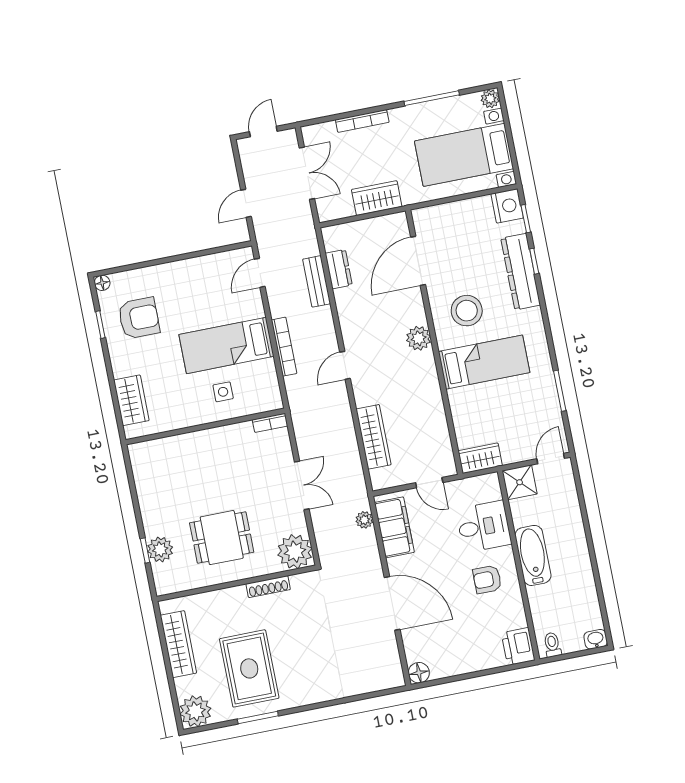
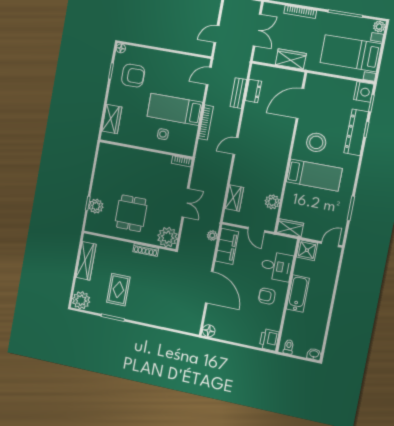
plant: (419, 338) -> (272, 202), moved
wardrobe: (374, 437) -> (234, 198), width x0.67
dining table: (222, 538) -> (131, 213), turned 90
rug: (249, 668) -> (118, 290), width x0.73, depth x0.70

